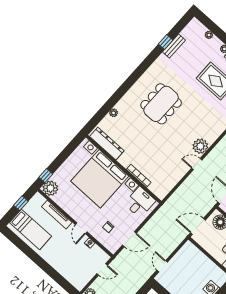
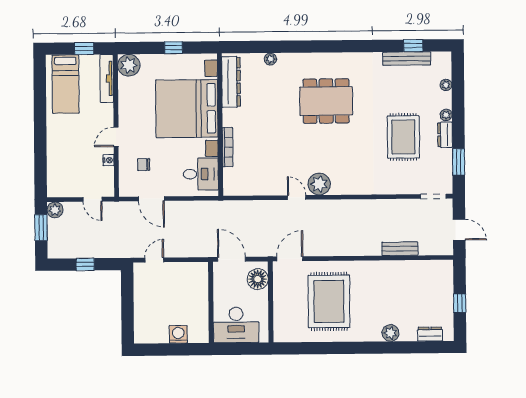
window: (166, 42) -> (413, 46), moved
bench: (174, 46) -> (407, 59), width x1.36
window: (46, 176) -> (174, 48), moved
tv unit: (57, 215) -> (107, 79), moved

